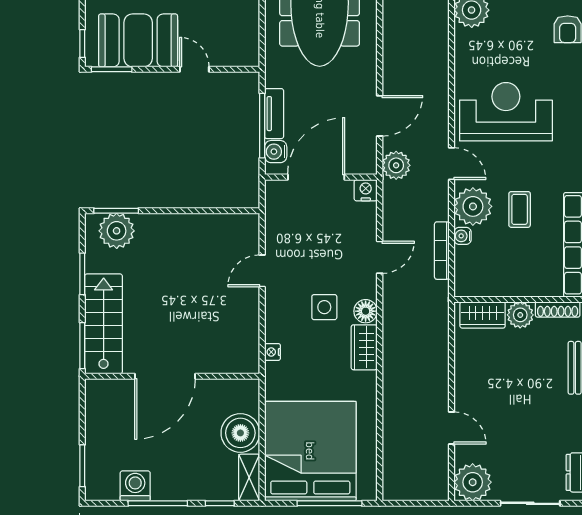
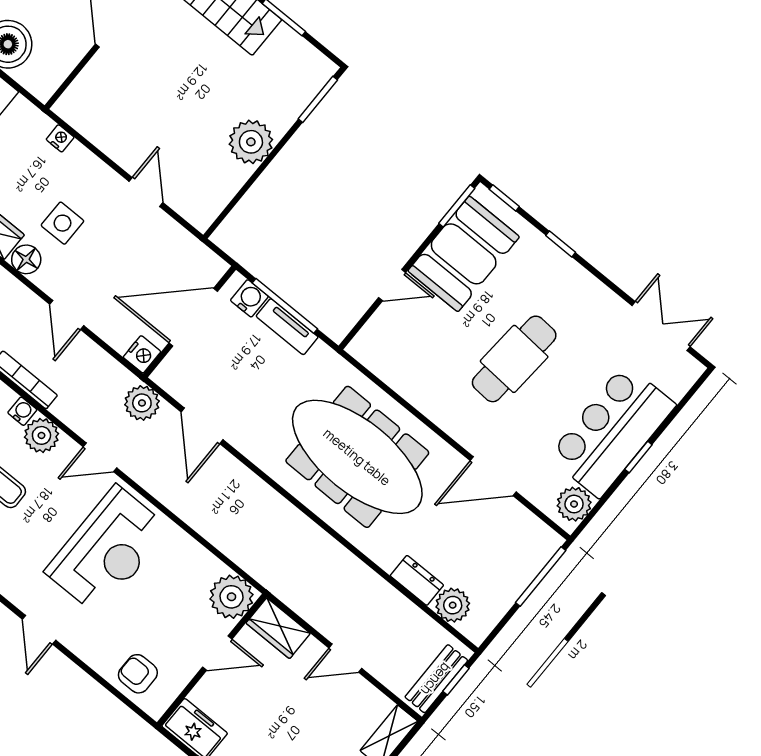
door: (316, 177) -> (193, 317), swing flipped
plant: (473, 206) -> (41, 435), width x0.73, depth x0.73
plant: (117, 231) -> (251, 142), moved

